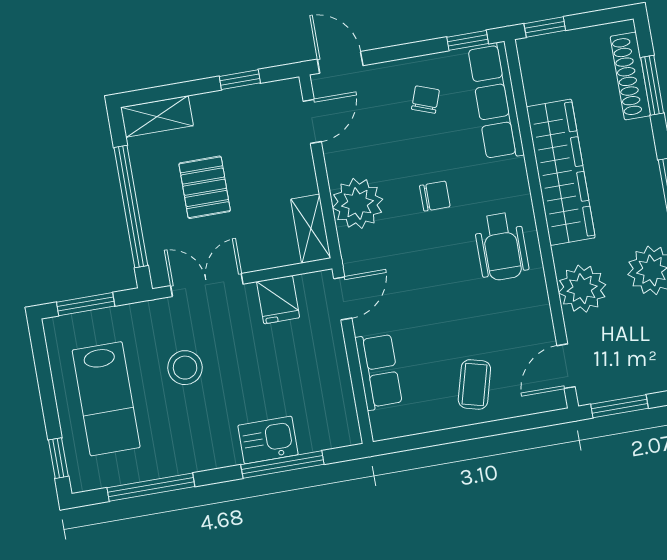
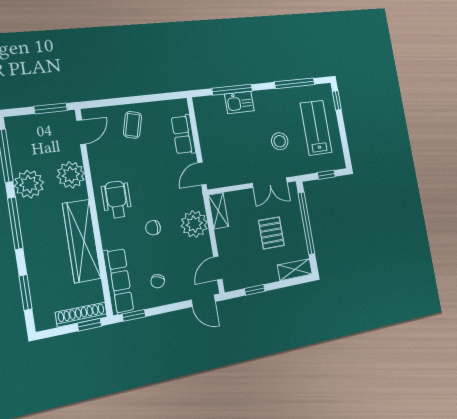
shoe rack: (630, 76) -> (81, 315), moved, turned -90
fridge: (278, 300) -> (235, 174), removed
window: (86, 304) -> (326, 175), width x0.67

